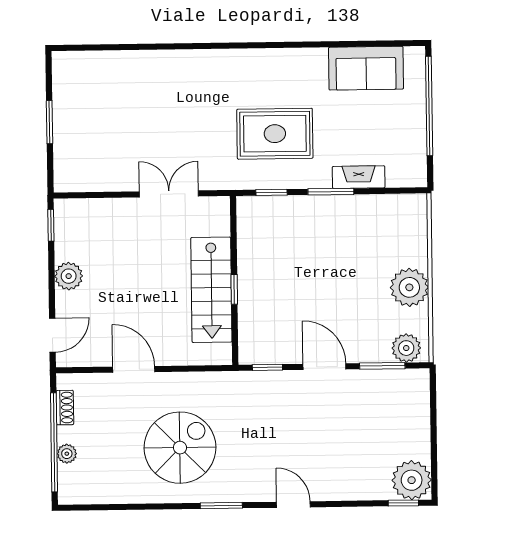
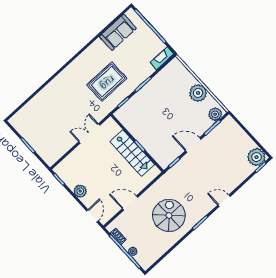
fireplace: (359, 177) -> (162, 58), moved

